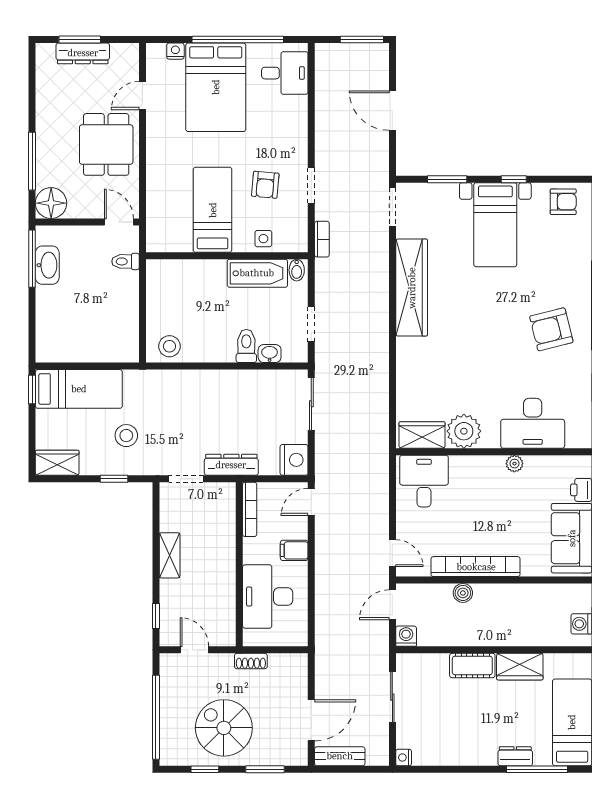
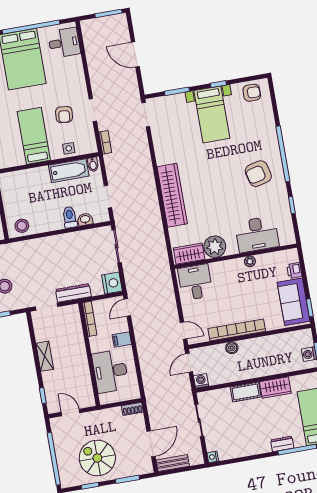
wardrobe: (412, 288) -> (172, 195), moved
shoe rack: (251, 661) -> (132, 409), moved

